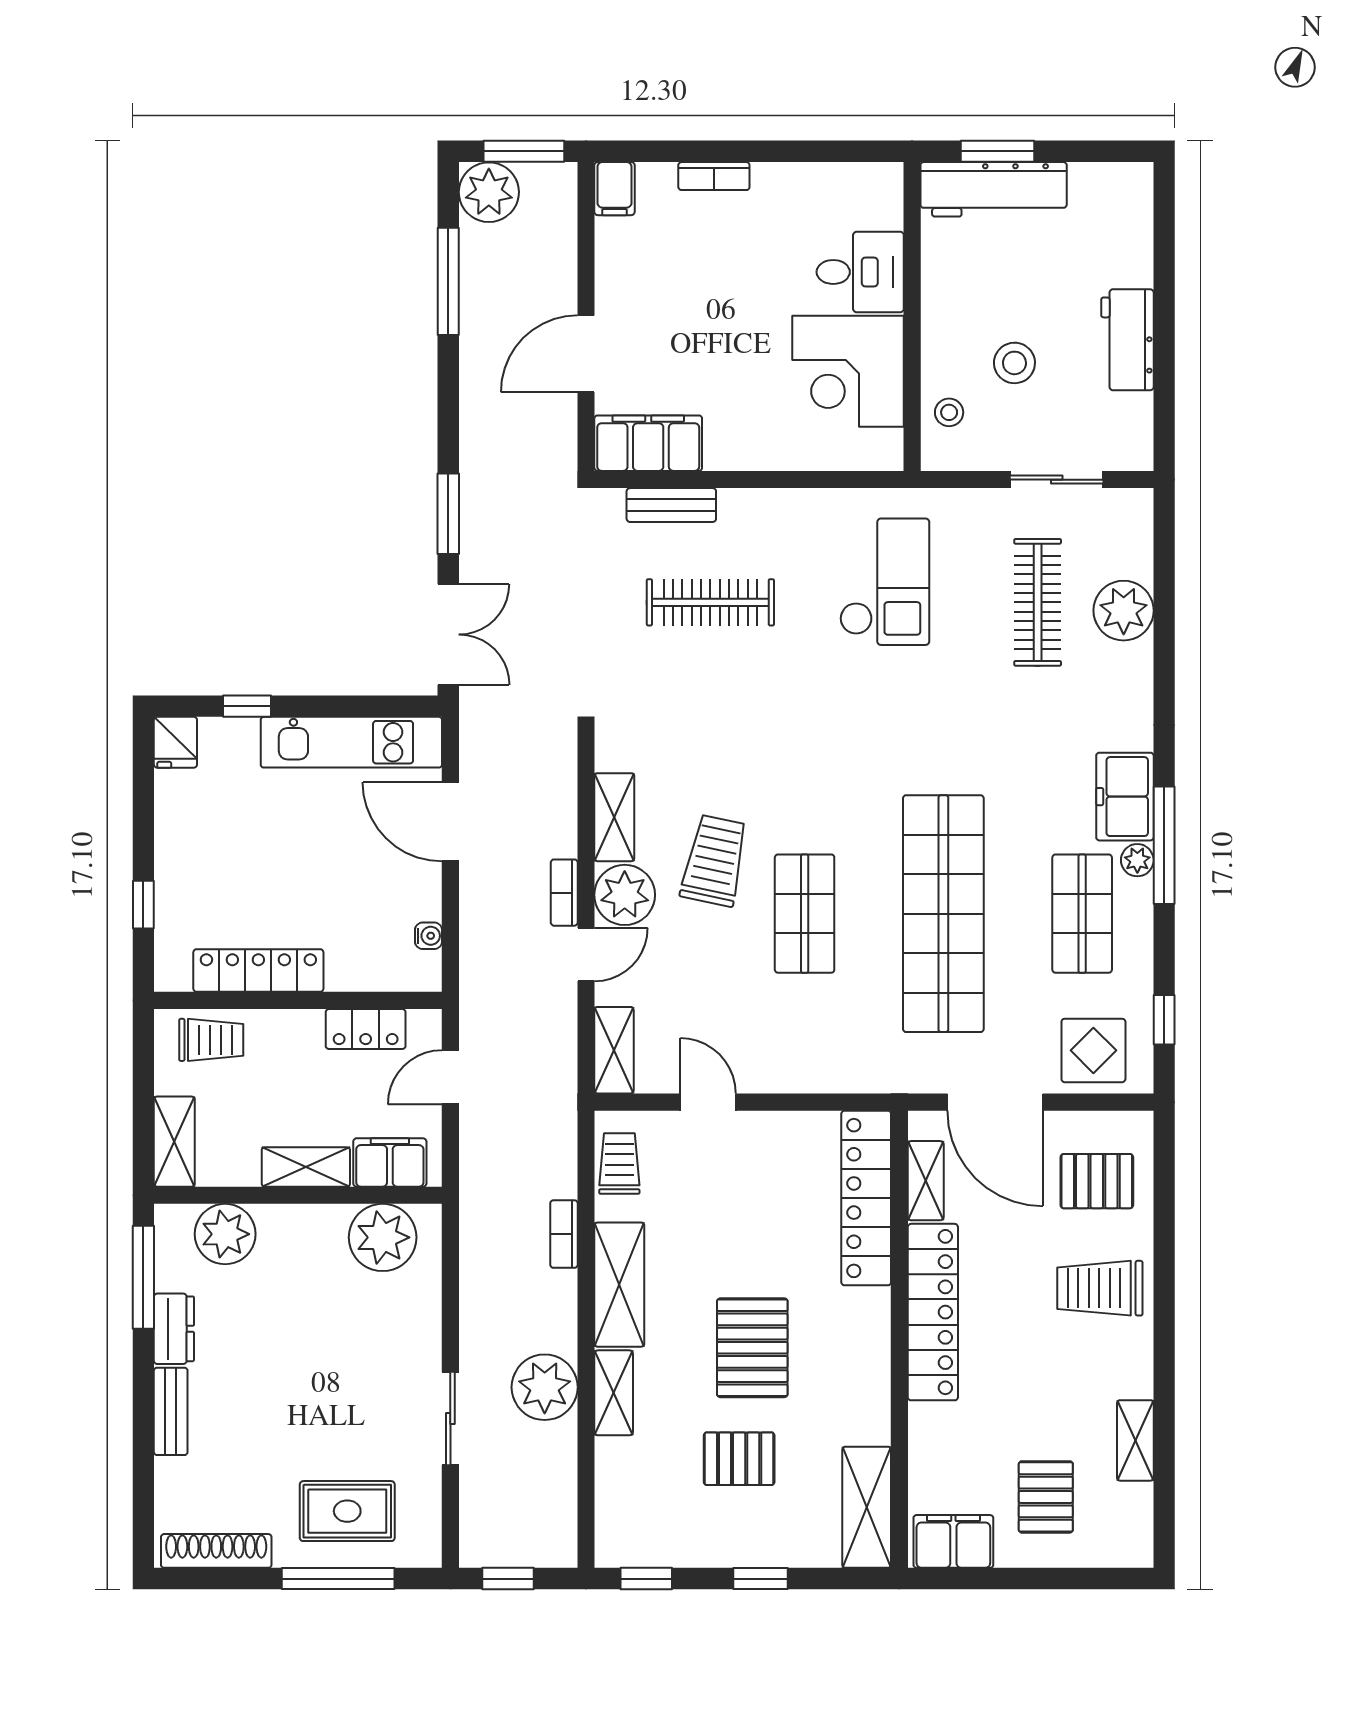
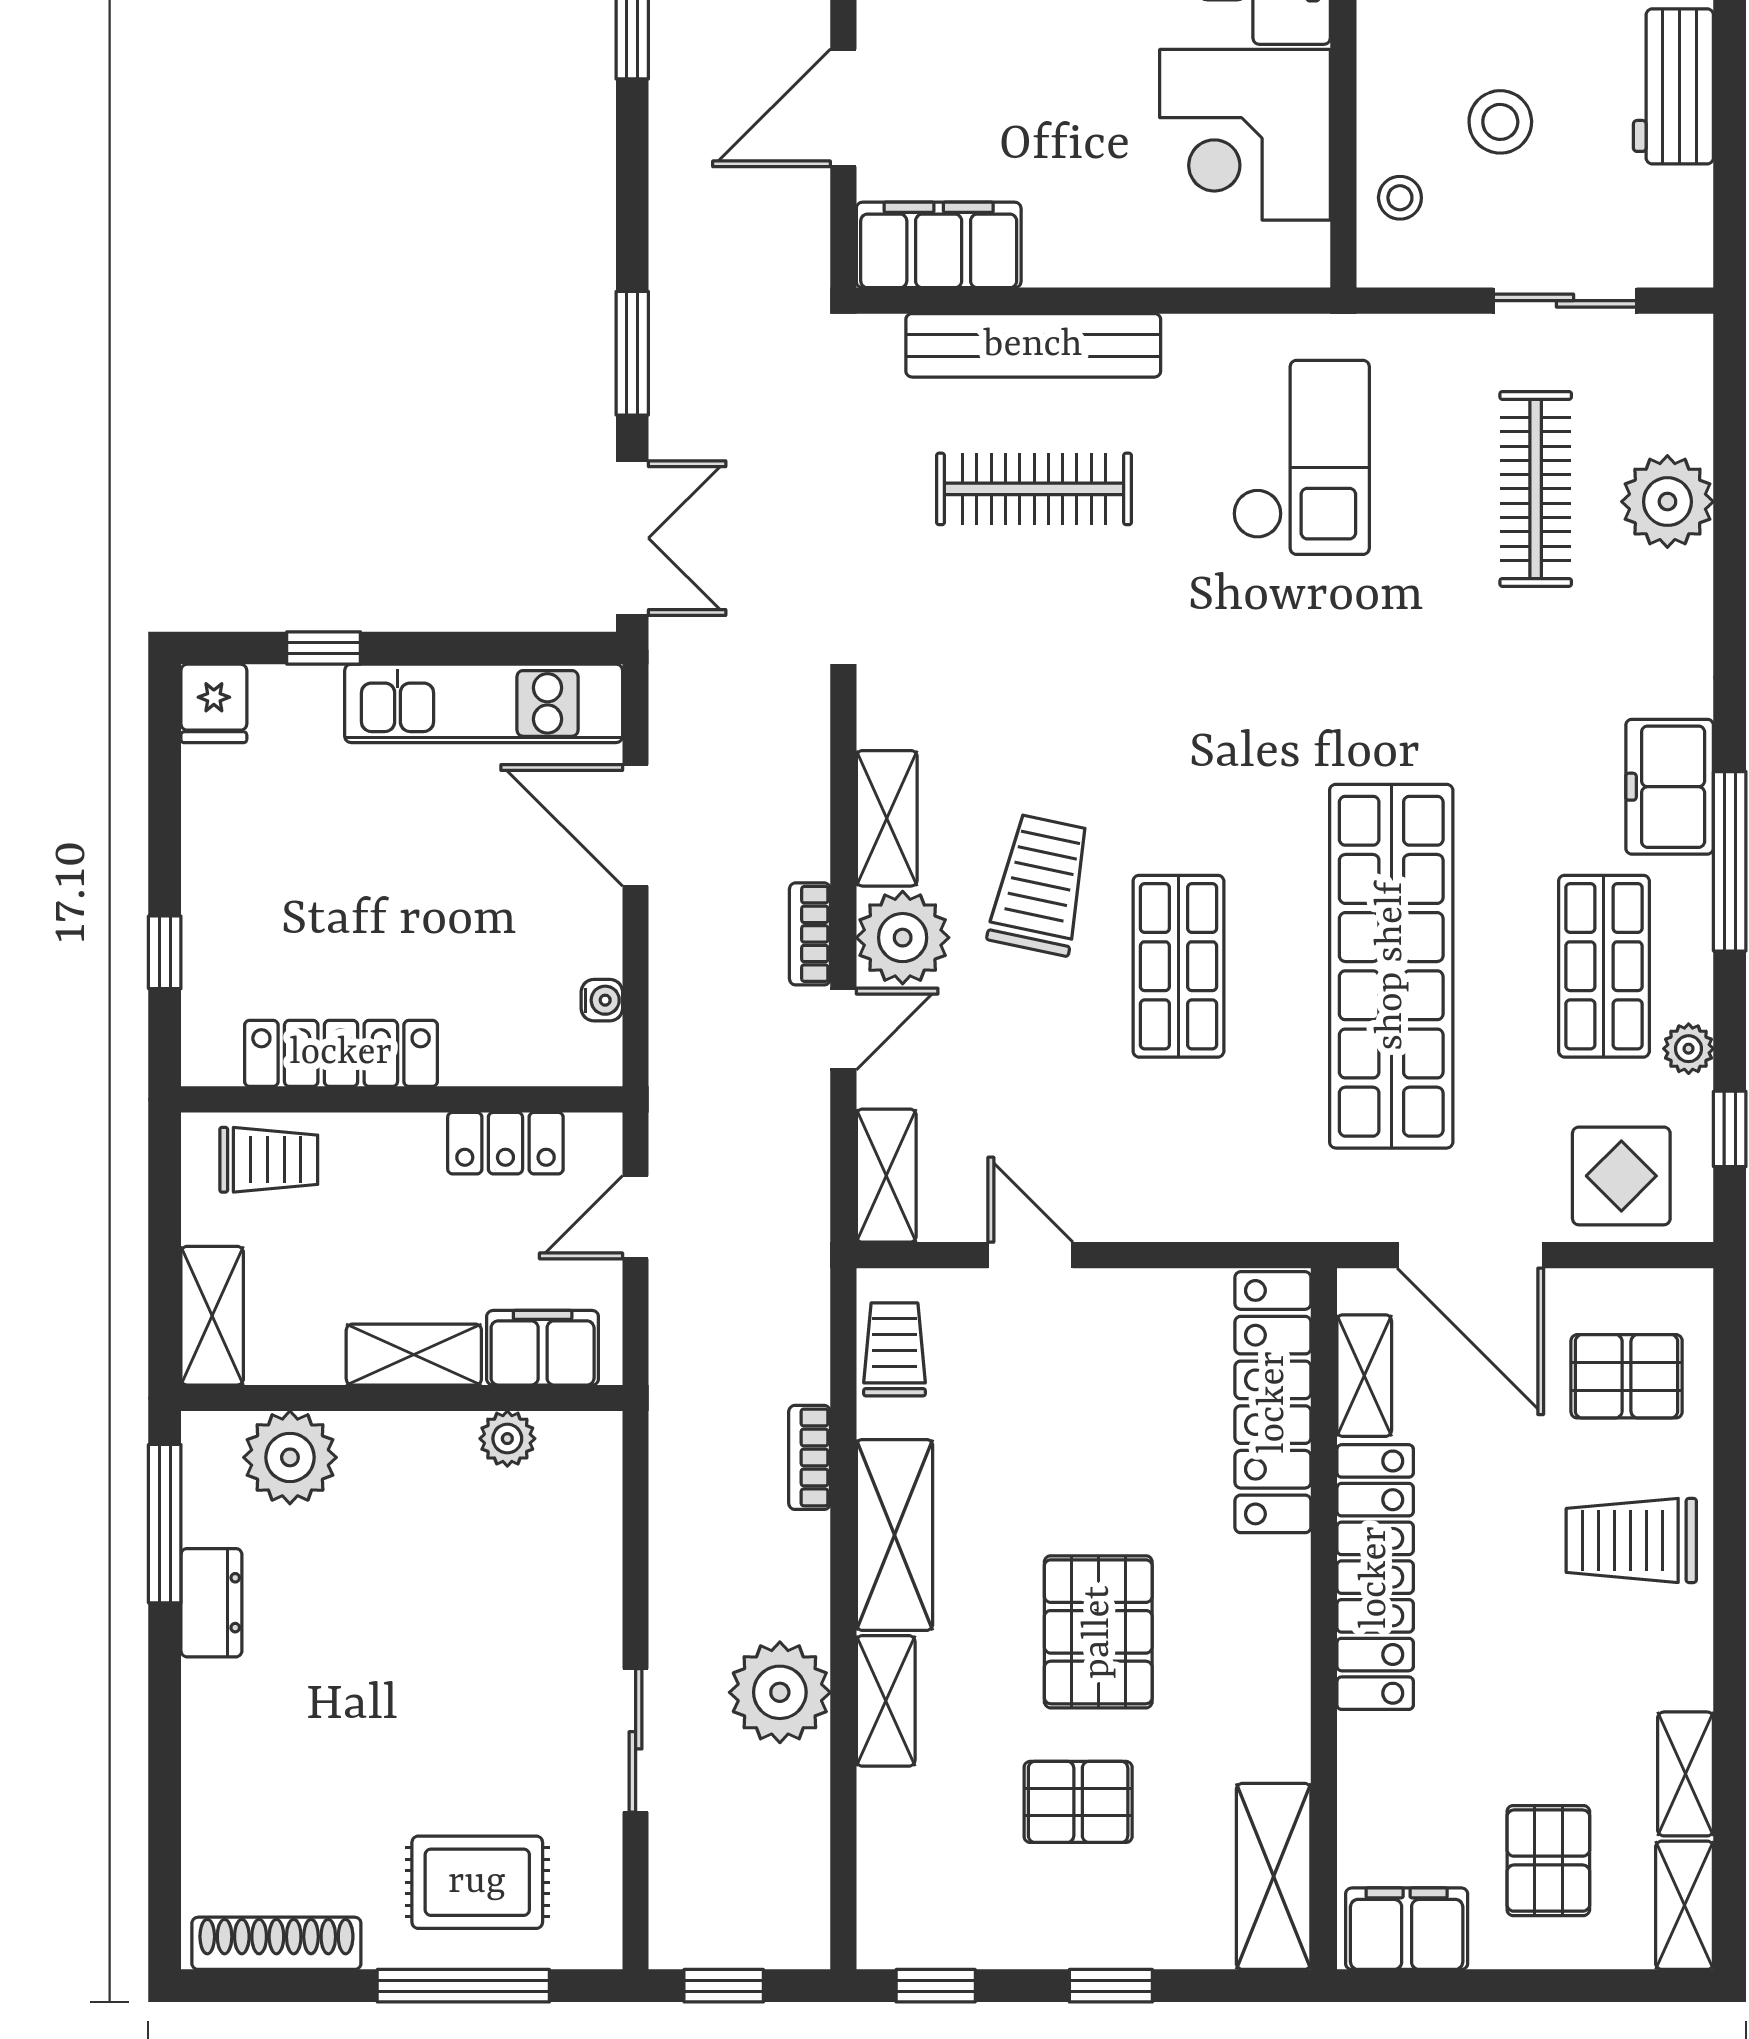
bench: (671, 505) -> (1033, 345), width x1.86, depth x1.21
plant: (1137, 860) -> (1689, 1049), moved
plant: (383, 1237) -> (507, 1439), width x0.53, depth x0.53
bench: (171, 1411) -> (207, 1729), removed
shelving: (1135, 1526) -> (1685, 1905), added

